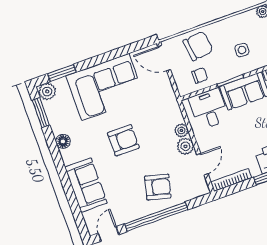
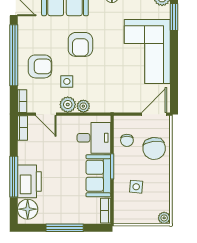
armchair: (123, 140) -> (80, 44), moved
side table: (163, 155) -> (67, 81), added
bookcase: (231, 180) -> (22, 128), width x0.64
armchair: (158, 187) -> (40, 66), turned -104
bookcase: (198, 192) -> (22, 101), added

